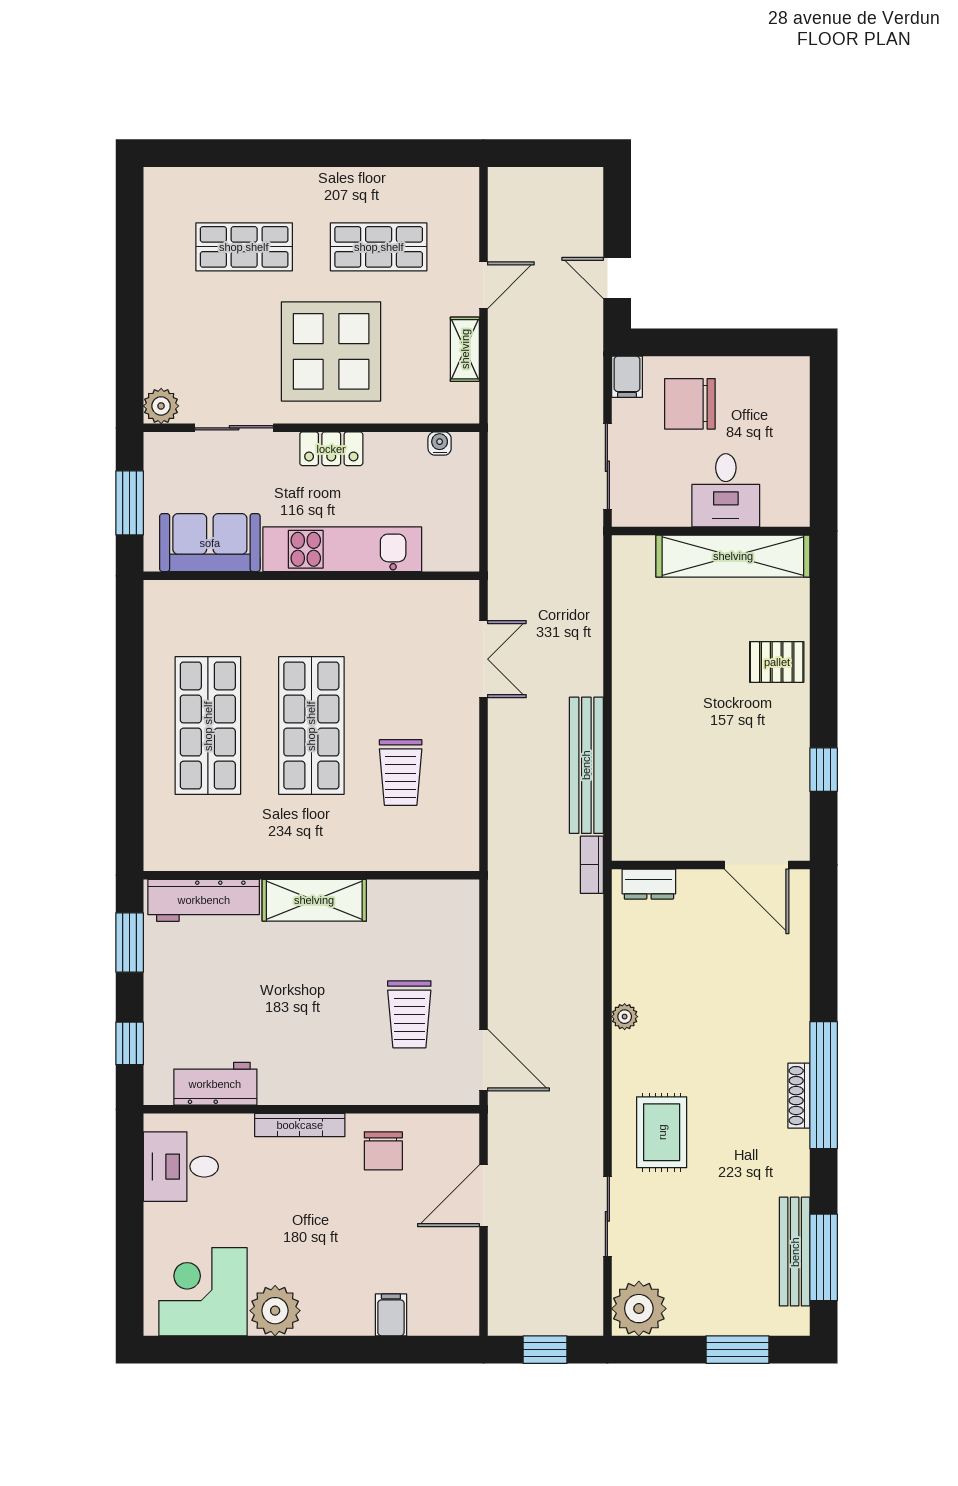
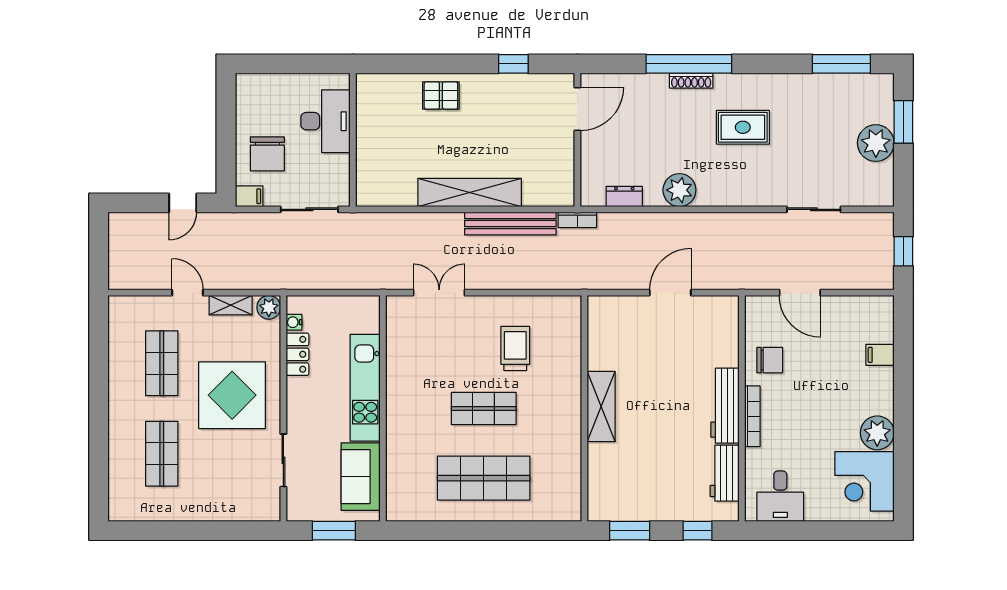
plant: (161, 406) -> (269, 307), moved
locker: (331, 449) -> (298, 354), moved
desk: (726, 490) -> (325, 121), width x1.37
shelving: (733, 556) -> (470, 192), moved, turned 90
pallet: (777, 662) -> (441, 96), turned 90
shop shelf: (311, 726) -> (484, 408), width x0.70, depth x0.74
trolley: (401, 773) -> (515, 348), turned -90
dresser: (649, 884) -> (624, 196), moved, turned -90
workbench: (204, 900) -> (725, 406), moved, turned 180
trolley: (409, 1014) -> (678, 343), removed
plant: (625, 1017) -> (679, 190), width x1.87, depth x1.87
door: (483, 1060) -> (670, 293), moved
window: (824, 1085) -> (689, 64), moved
shoe rack: (799, 1096) -> (691, 81), moved
rug: (662, 1132) -> (743, 127), moved
bench: (795, 1252) -> (837, 83), removed
plant: (639, 1309) -> (876, 143), moved

